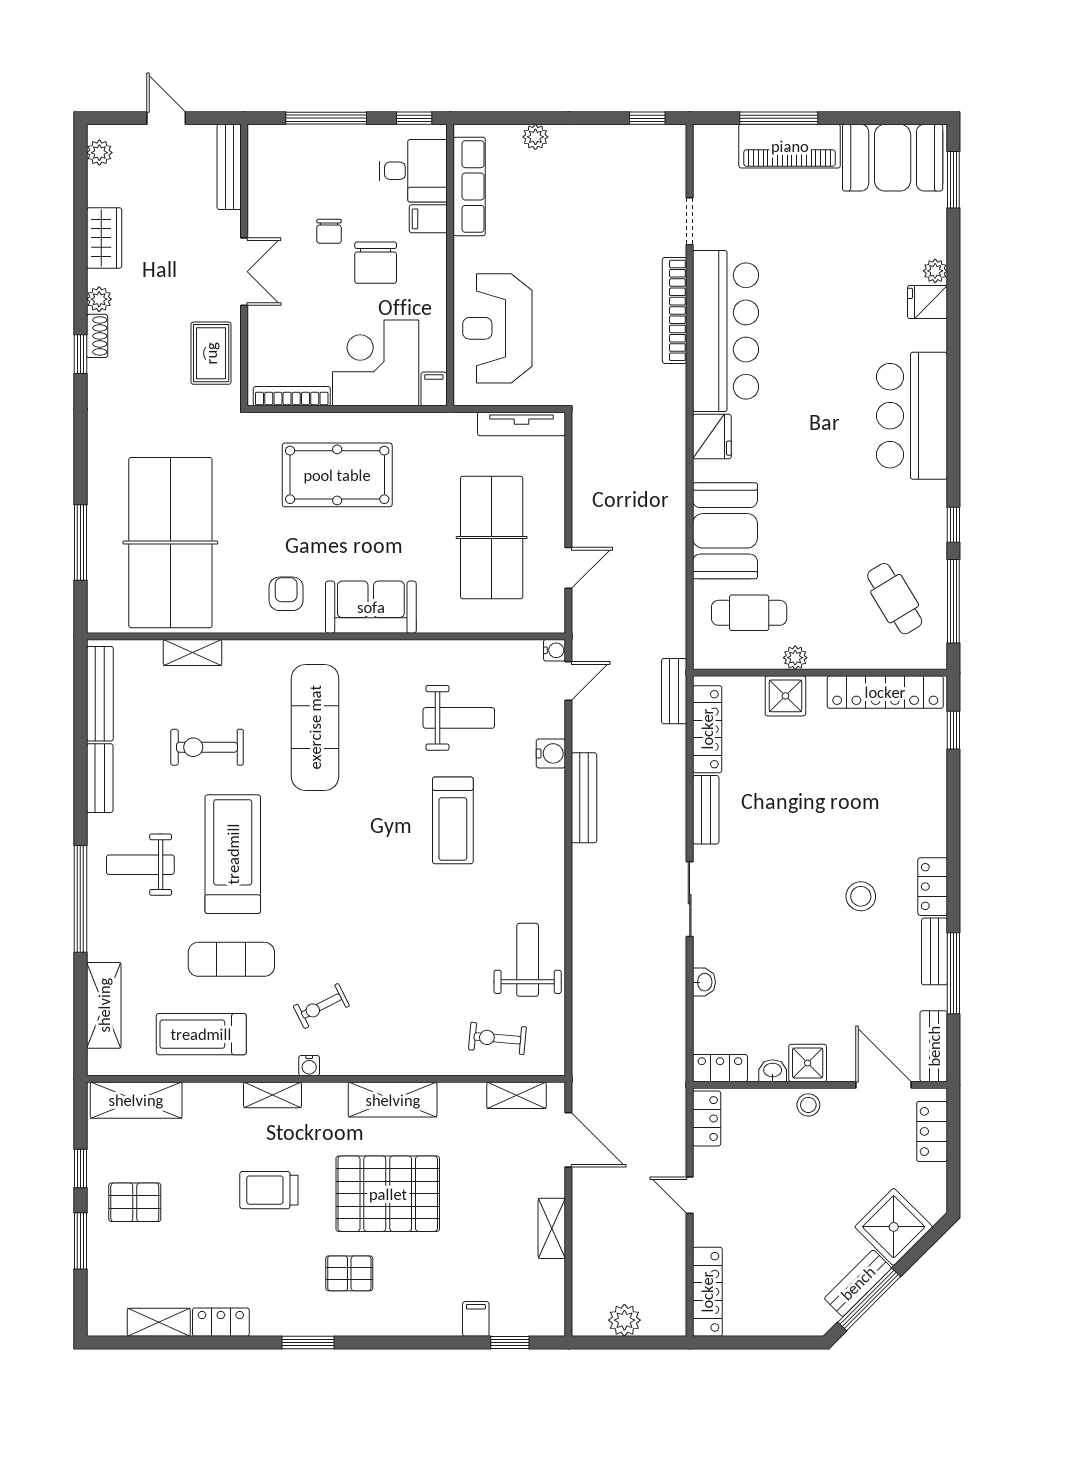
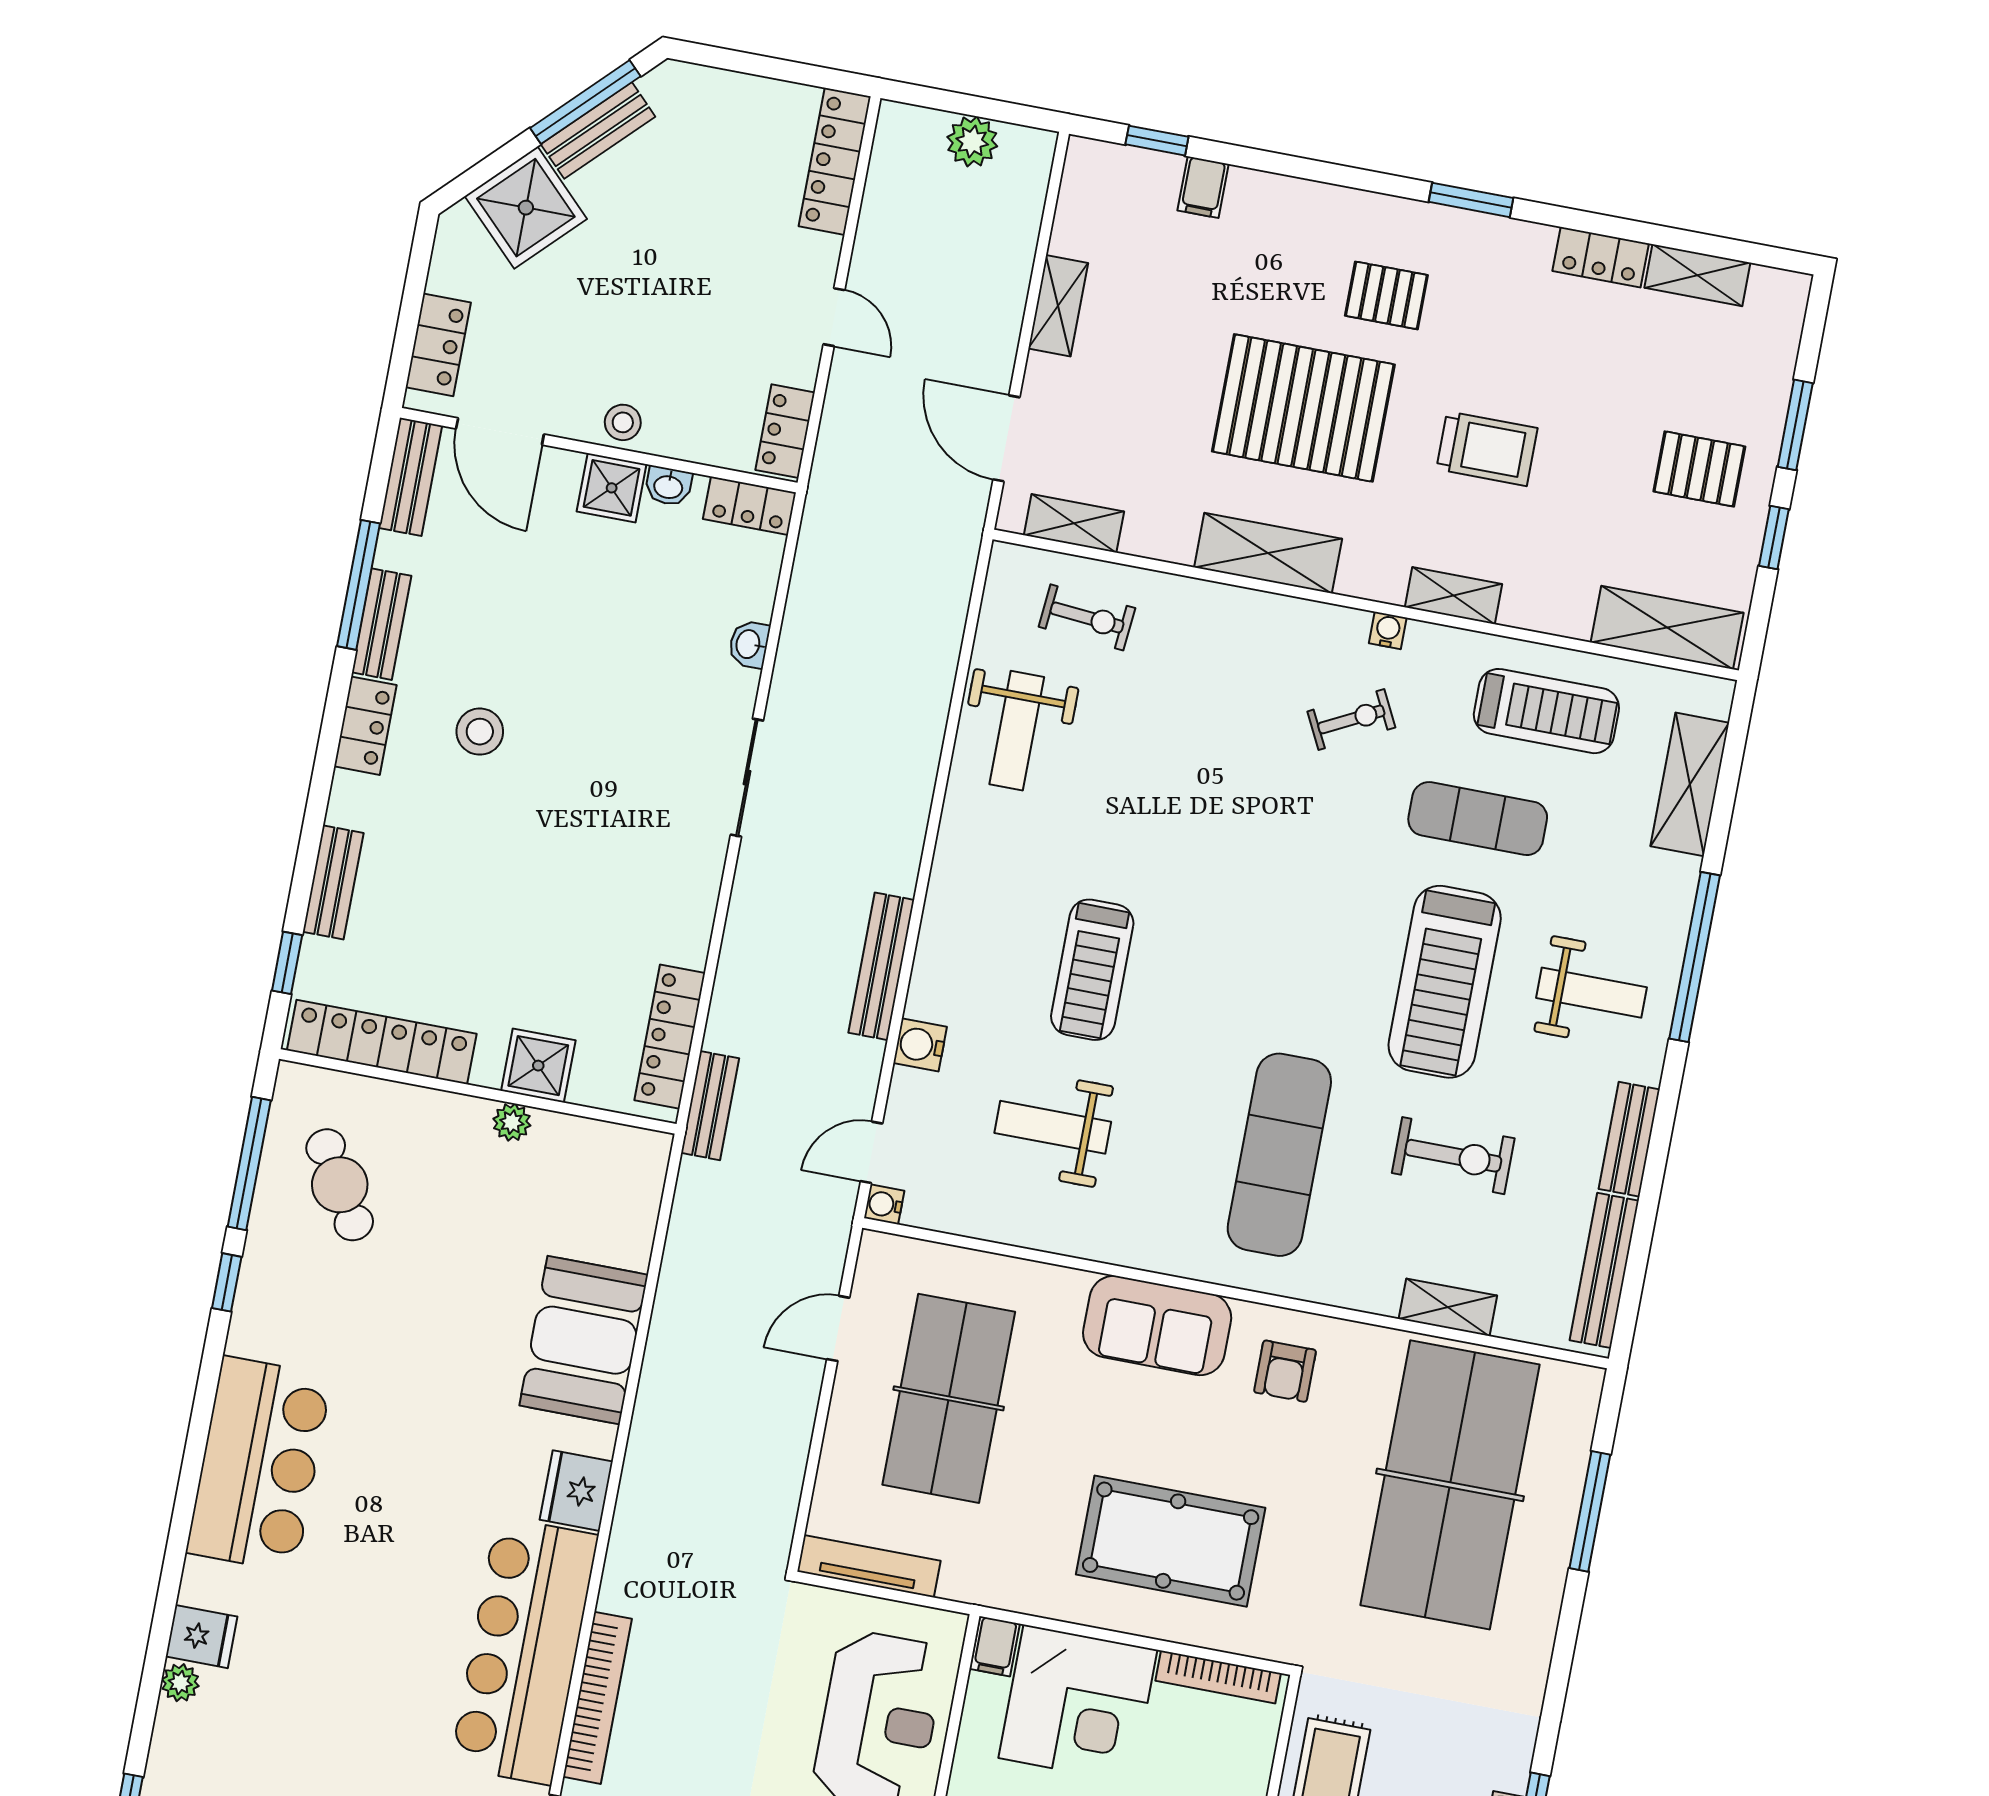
cafe table: (749, 613) -> (570, 1206), removed
bench: (706, 810) -> (333, 882), moved
treadmill: (453, 820) -> (1092, 970), turned 180

